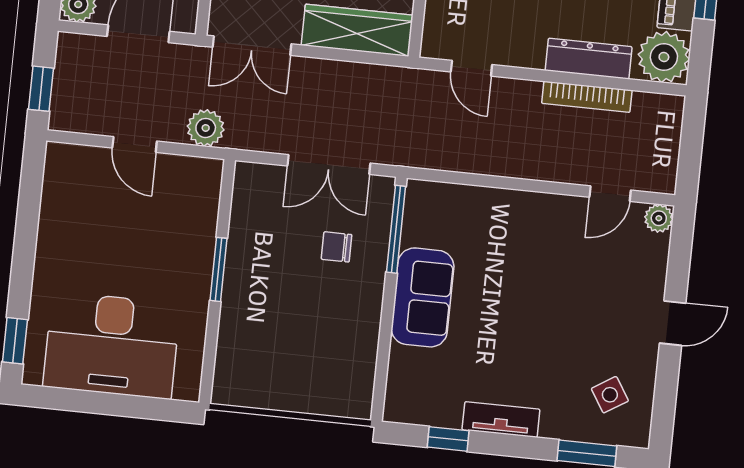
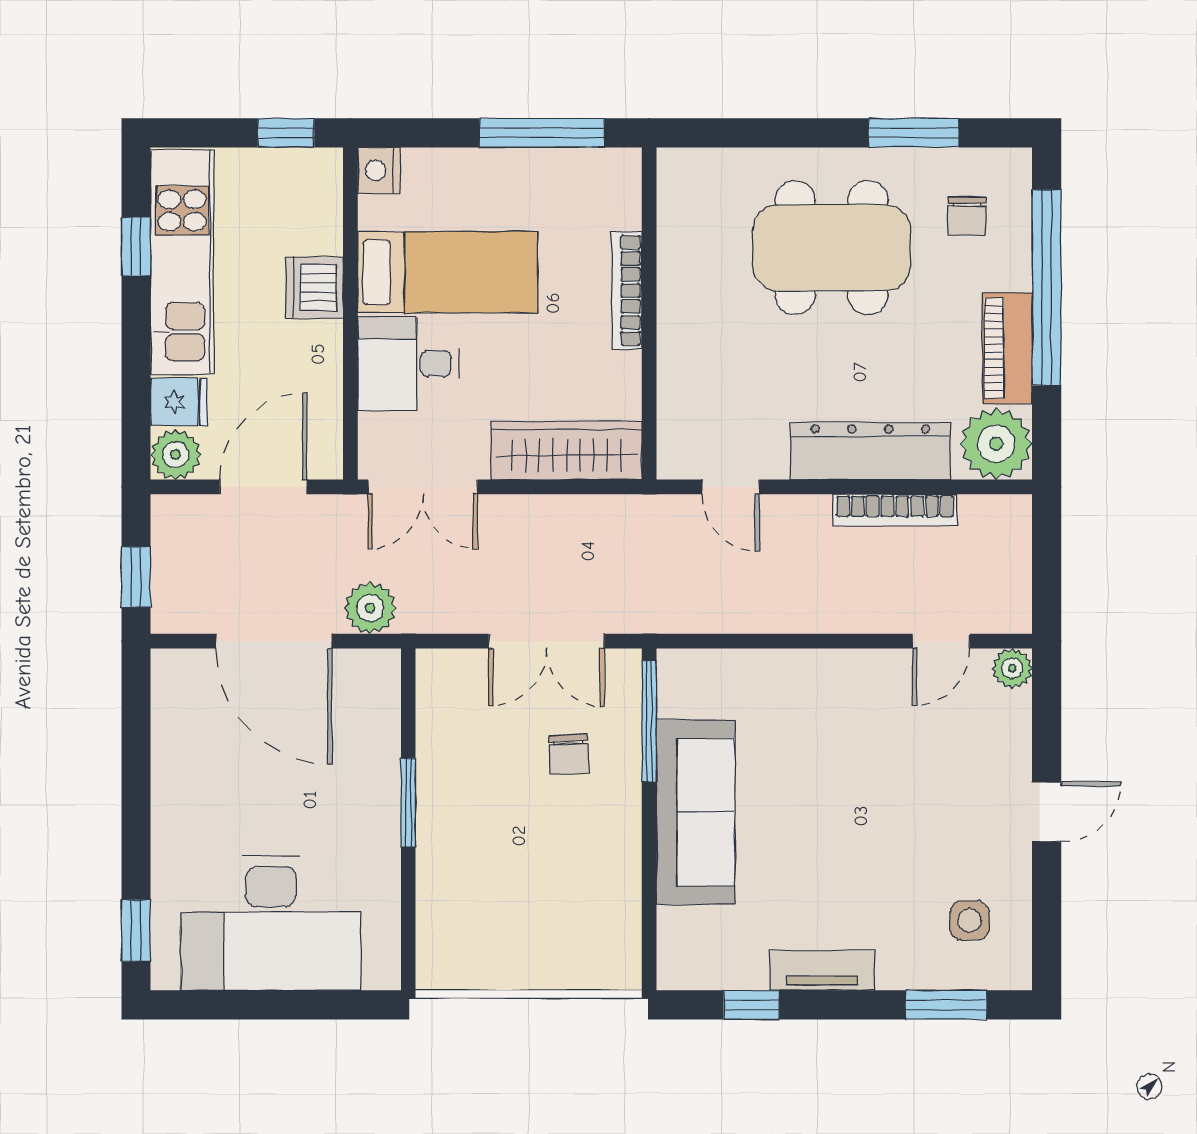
dresser: (589, 59) -> (870, 451), width x1.37, depth x1.24
door: (135, 145) -> (274, 641), width x1.88
chair: (336, 247) -> (569, 754), turned -93
sofa: (423, 297) -> (696, 812), width x1.36
side table: (610, 395) -> (970, 920), turned 32

